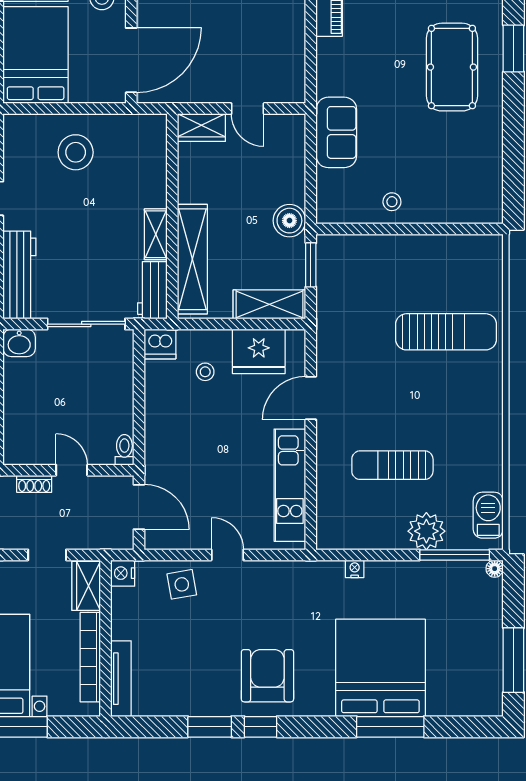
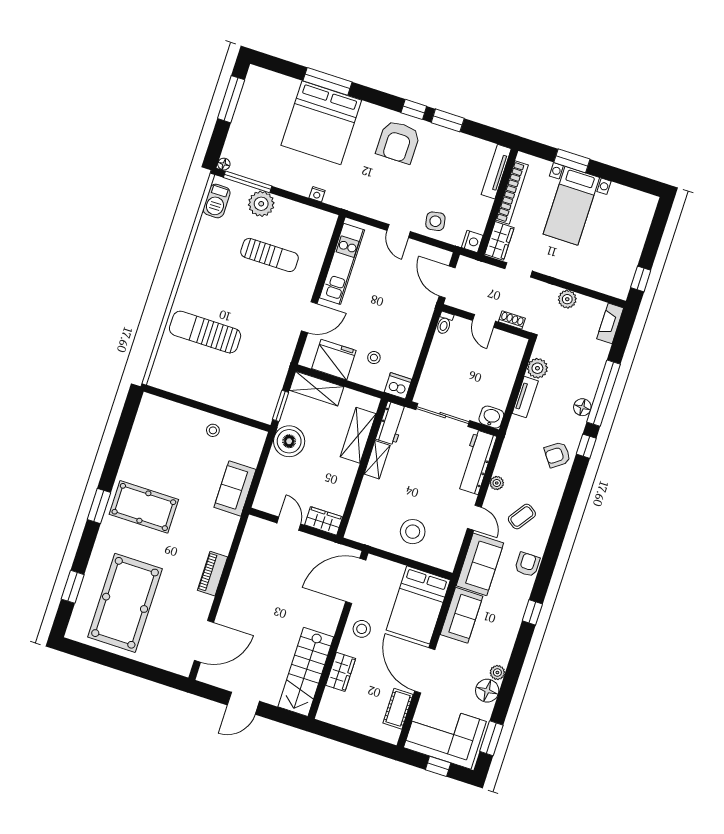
pool table: (452, 67) -> (144, 507), turned 90
boiler: (289, 221) -> (289, 441), width x1.37, depth x1.37
shelving: (192, 259) -> (358, 435), width x0.68

